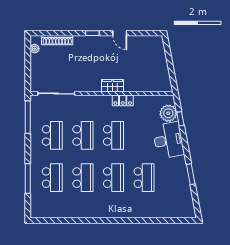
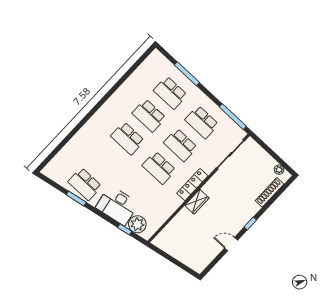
locker: (123, 100) -> (192, 185), moved, width x1.53
school desk: (144, 178) -> (85, 184), moved

